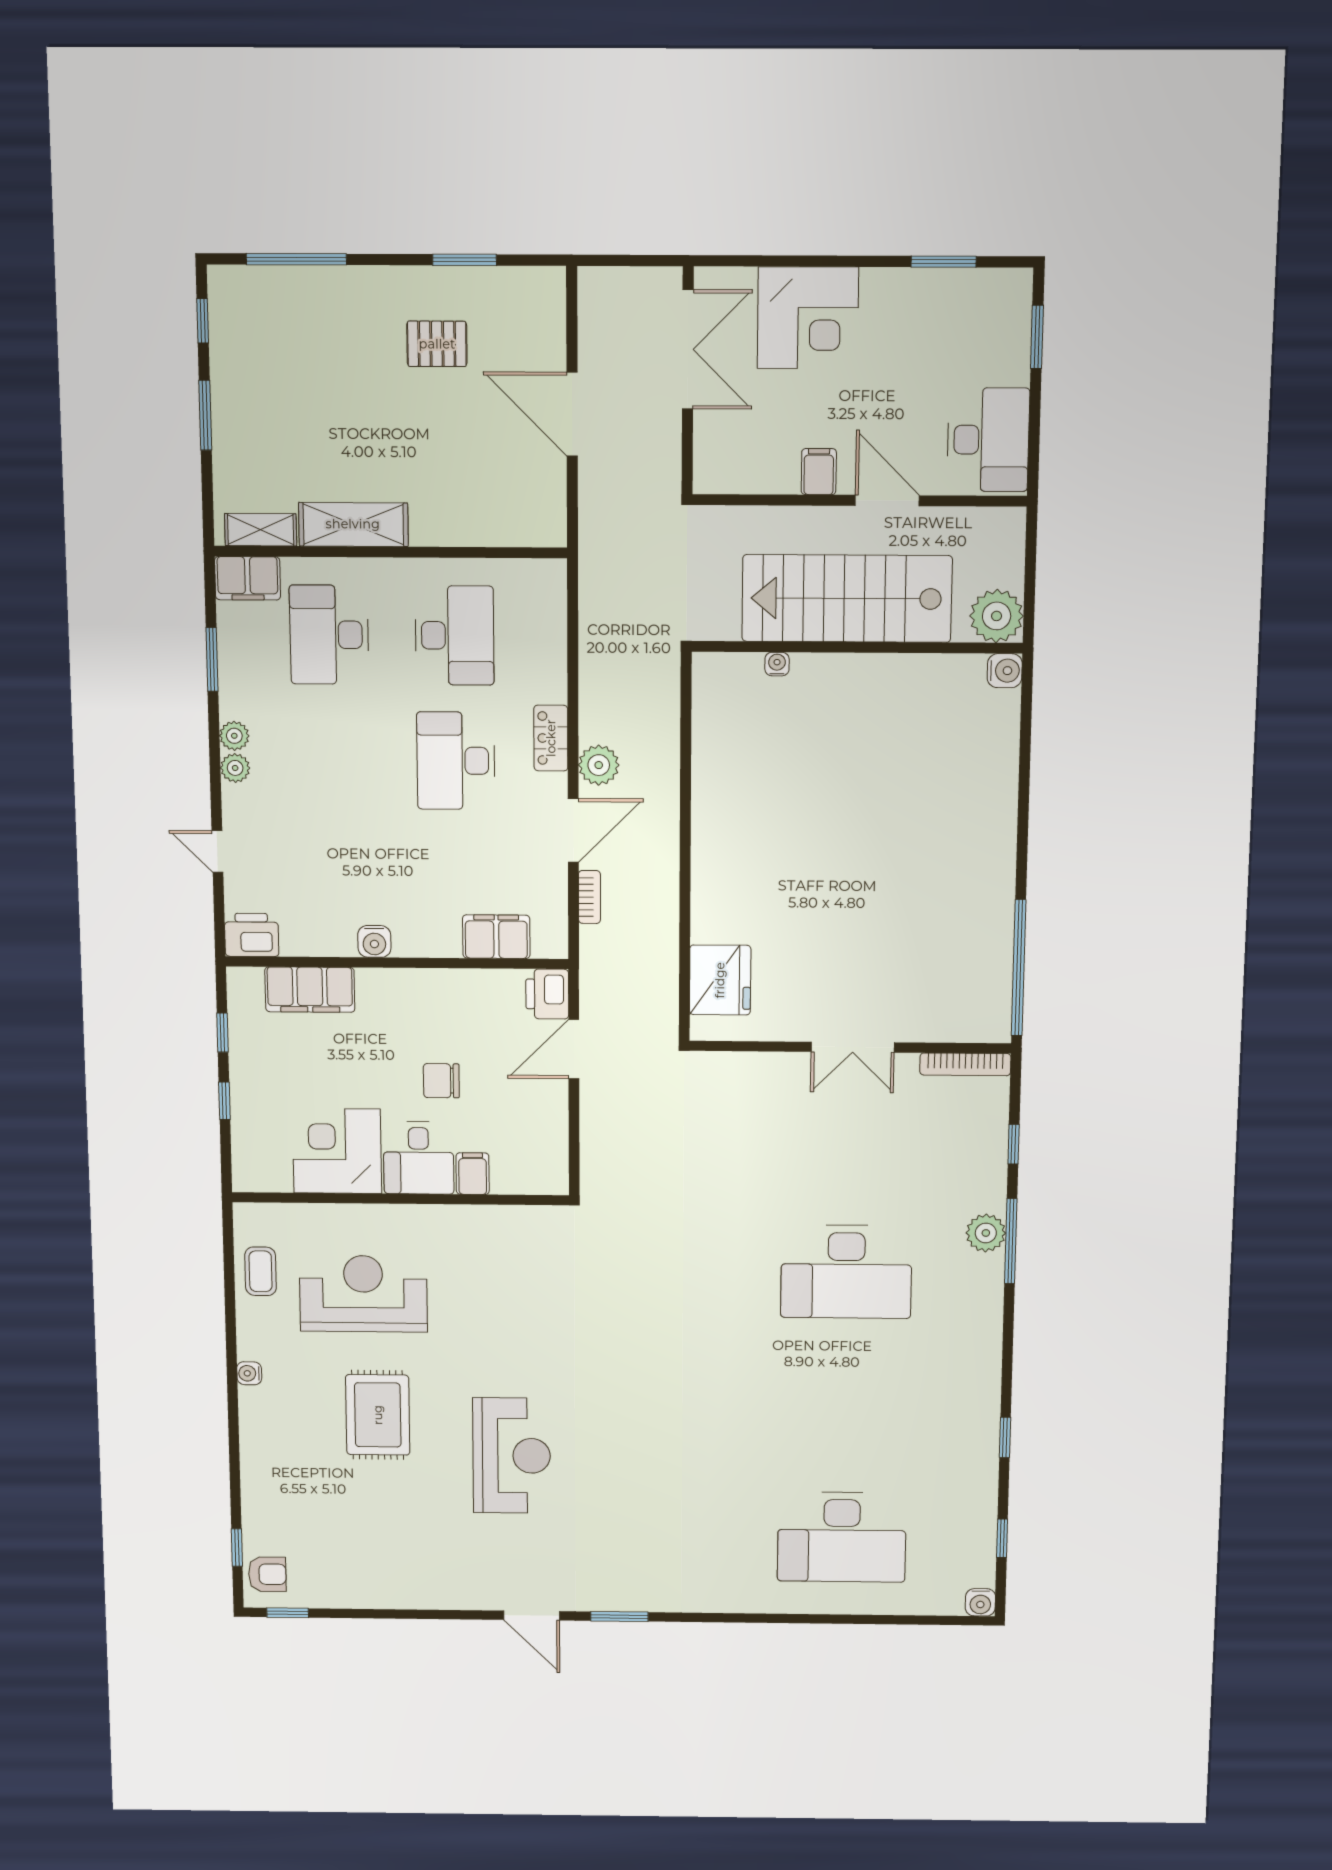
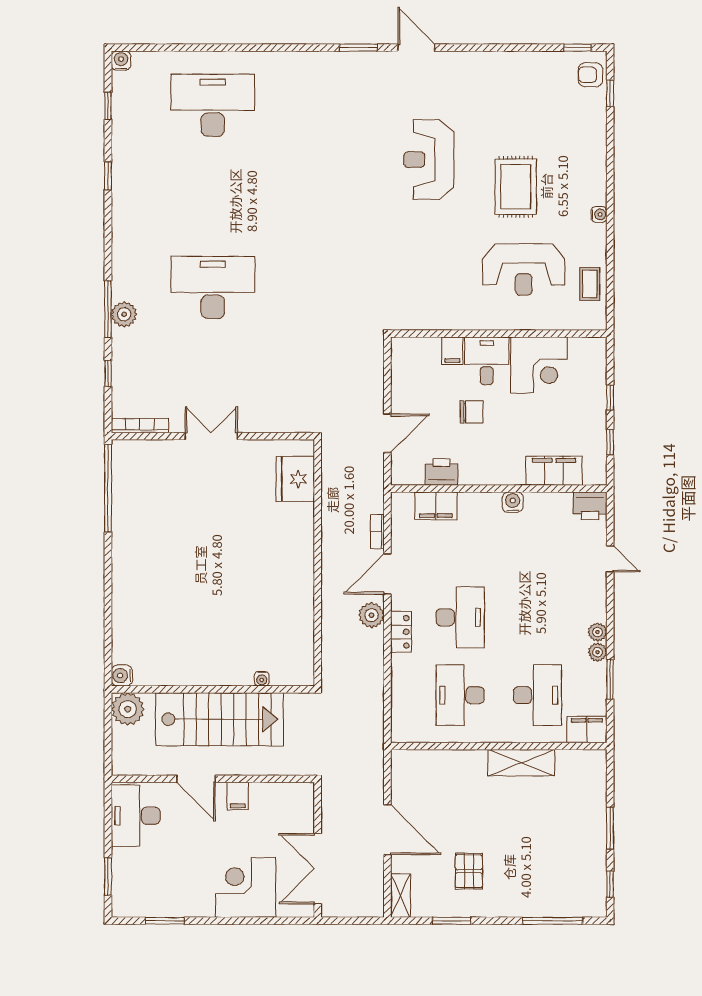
pallet: (437, 344) -> (469, 871), turned 90
shelving: (261, 530) -> (401, 896), moved, turned 90
plant: (235, 768) -> (598, 652), moved
printer: (547, 994) -> (441, 472), moved, turned -90

